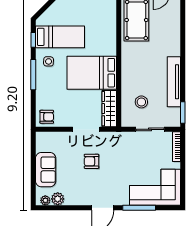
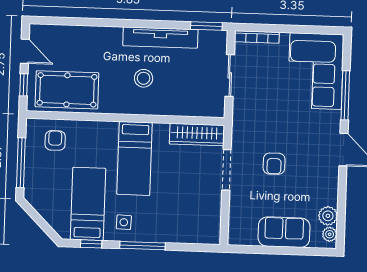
bed: (92, 73) -> (135, 158), width x0.67
stool: (141, 102) -> (144, 78), moved
armchair: (47, 117) -> (55, 140), moved

